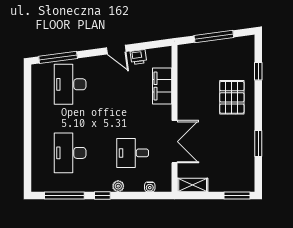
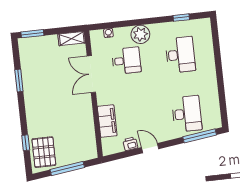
pallet: (232, 97) -> (44, 152), moved
plant: (118, 186) -> (140, 34), width x1.88, depth x1.88
window: (64, 195) -> (181, 18), width x0.46
window: (102, 195) -> (148, 21), removed

